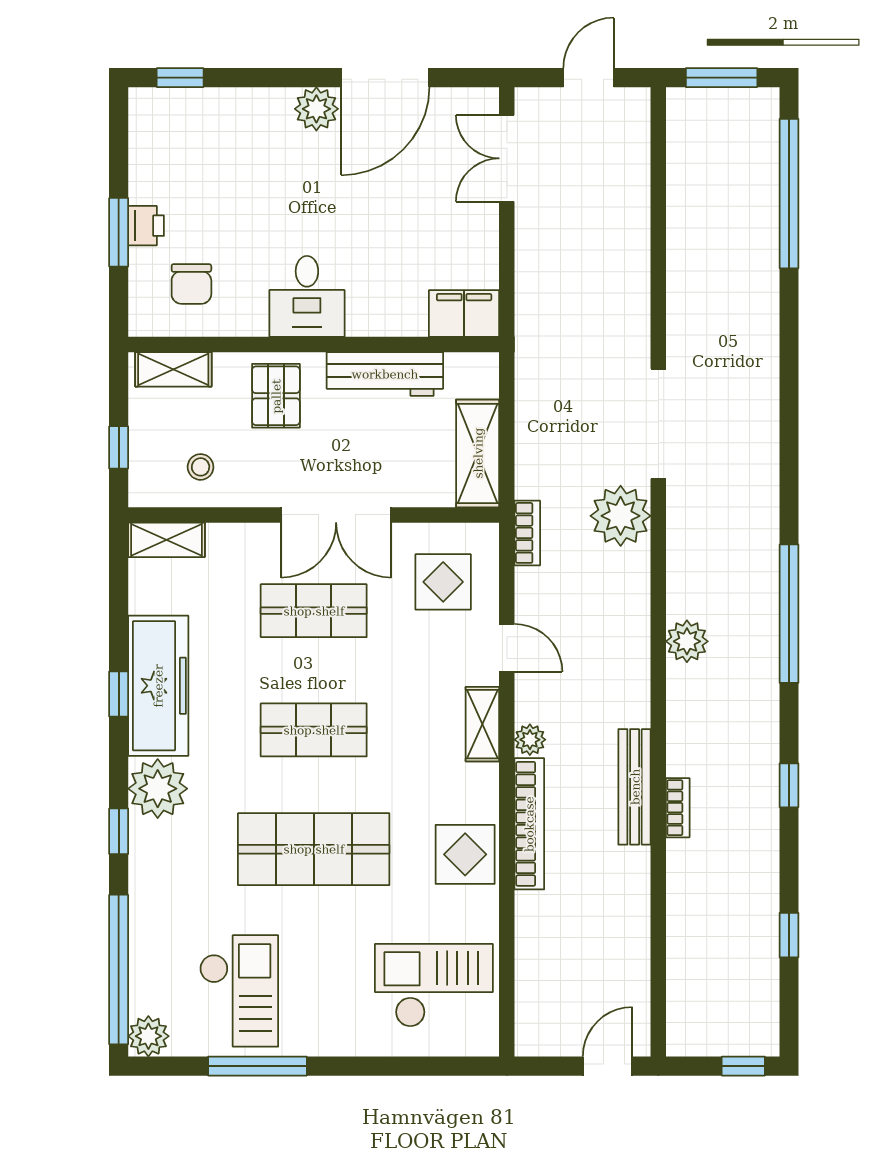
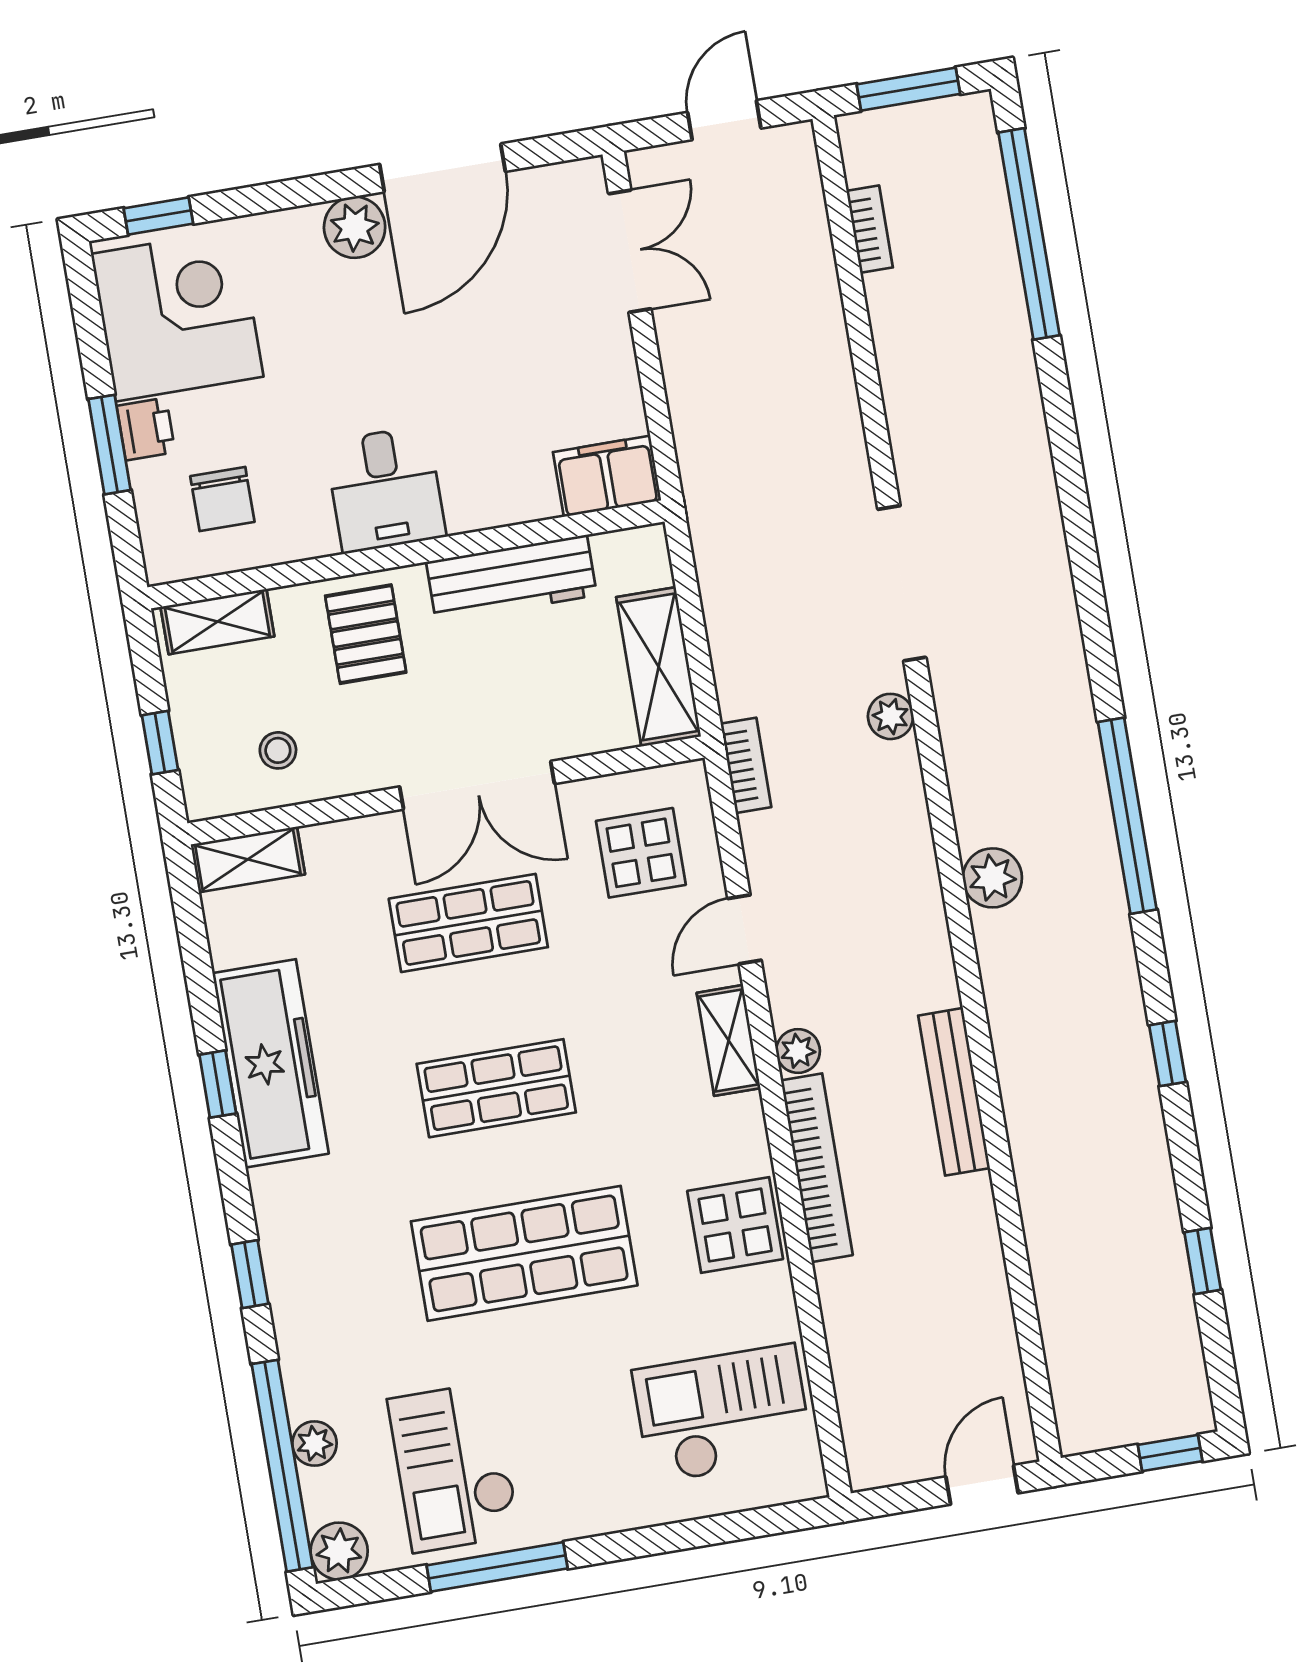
corner desk: (181, 150) -> (177, 315), added
double door: (507, 158) -> (630, 251), swing flipped
plant: (621, 516) -> (891, 716), width x0.53, depth x0.53
door: (507, 648) -> (745, 929), swing flipped
plant: (158, 789) -> (314, 1443), moved, width x0.53, depth x0.53
bookcase: (678, 808) -> (870, 229), moved
checkout: (239, 991) -> (454, 1467), turned 180

